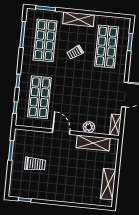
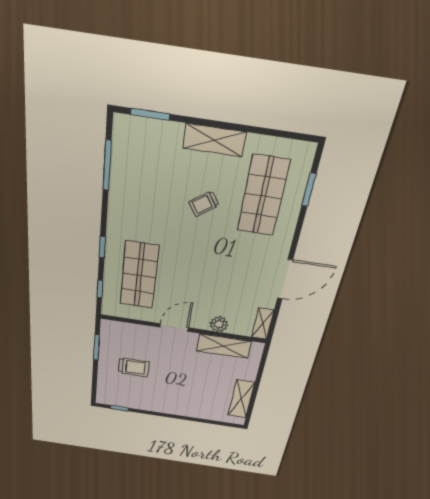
shop shelf: (45, 40) -> (149, 179), removed
door: (61, 132) -> (174, 327), hinge flipped

